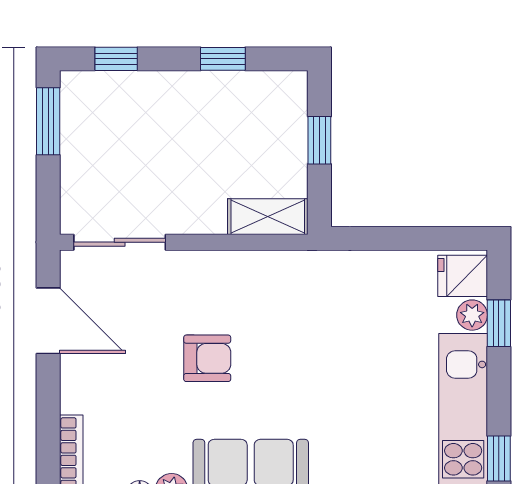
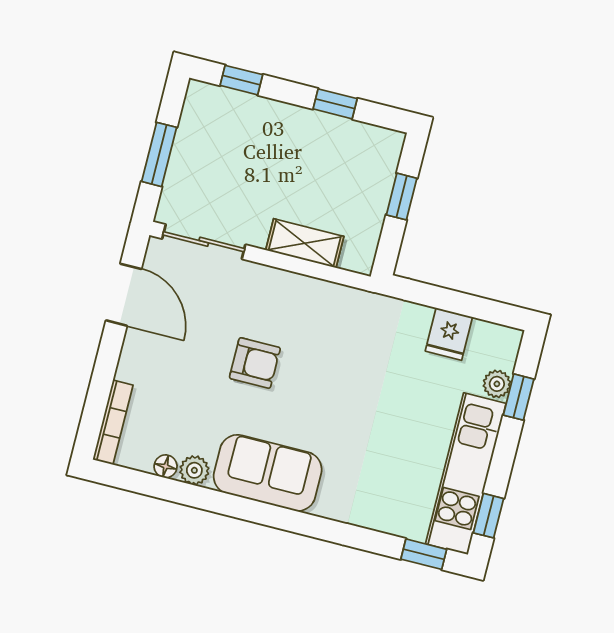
window: (48, 121) -> (159, 154), moved
shelving: (268, 217) -> (305, 243), moved
fridge: (463, 276) -> (449, 334), moved, turned -90

